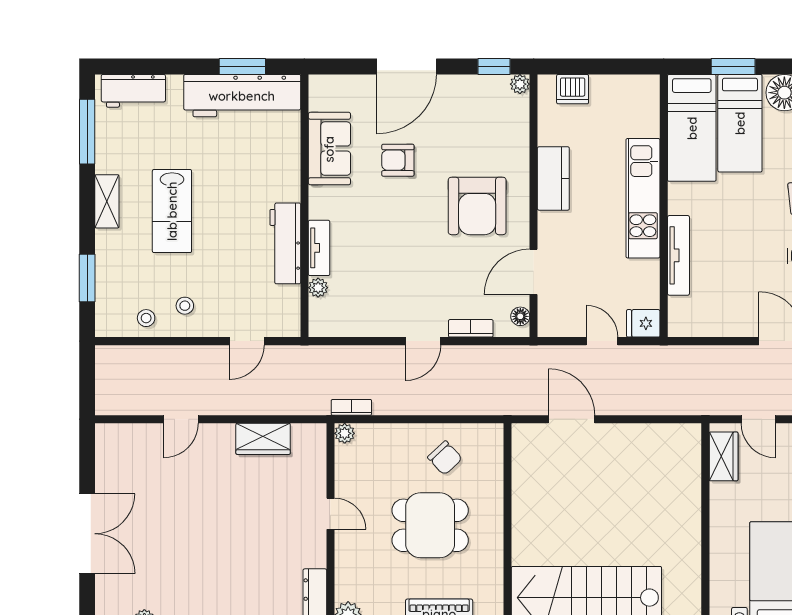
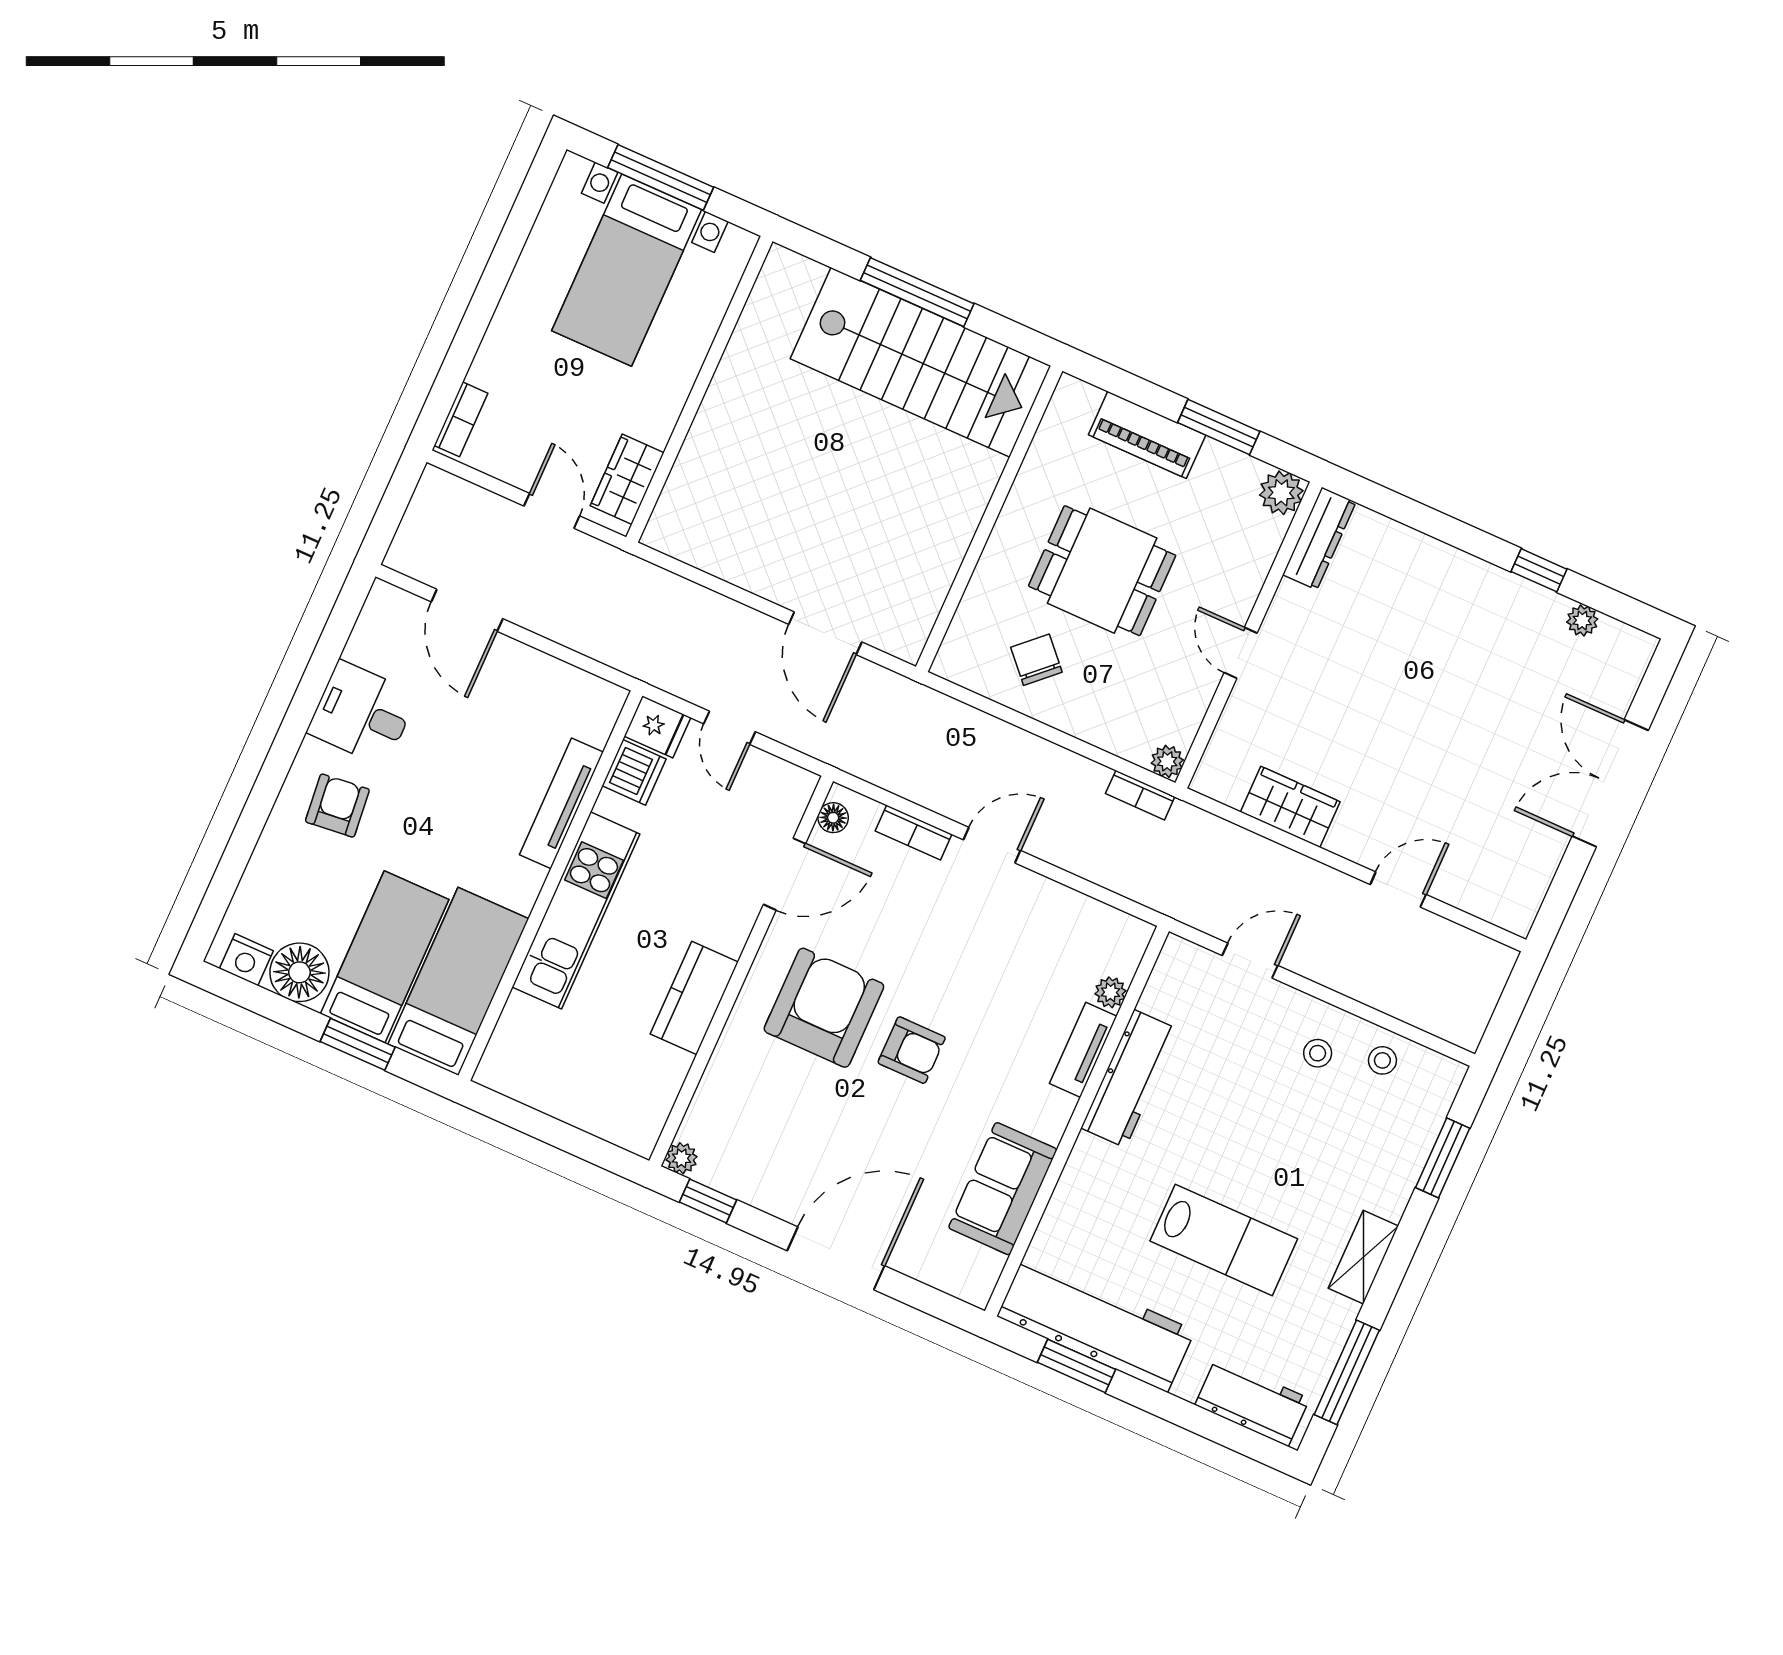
dishwasher: (573, 89) -> (634, 772), moved, turned 90
armchair: (398, 160) -> (912, 1050), moved
lab bench: (172, 211) -> (1224, 1240), moved, turned 90

